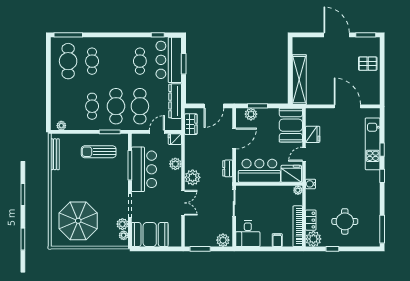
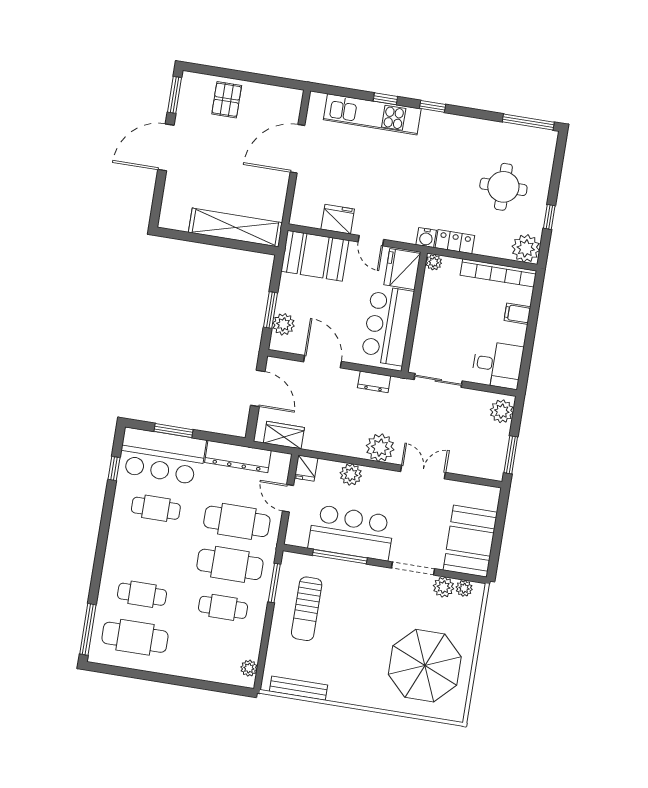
locker: (311, 220) -> (455, 242), moved

